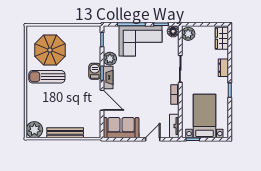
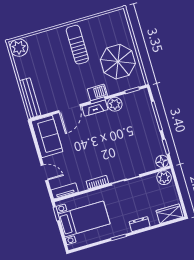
corner sofa: (141, 41) -> (142, 131), removed
parasol: (50, 50) -> (118, 62), moved
bench: (65, 133) -> (30, 98), moved

